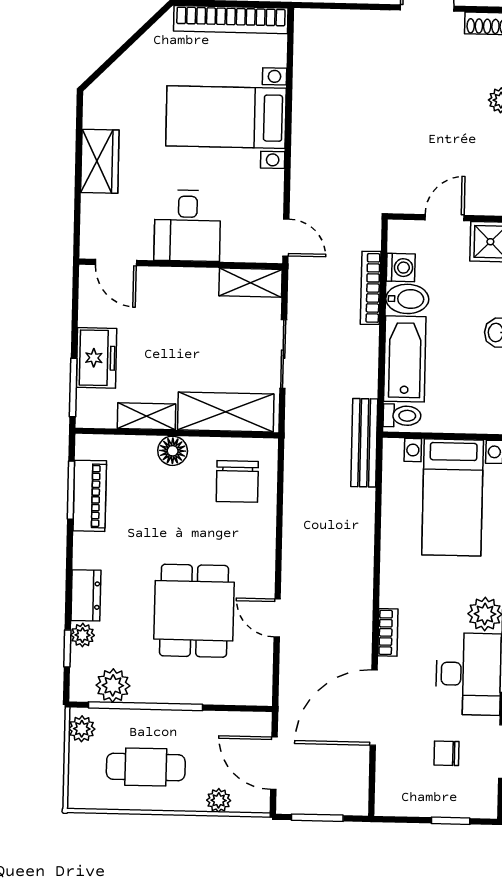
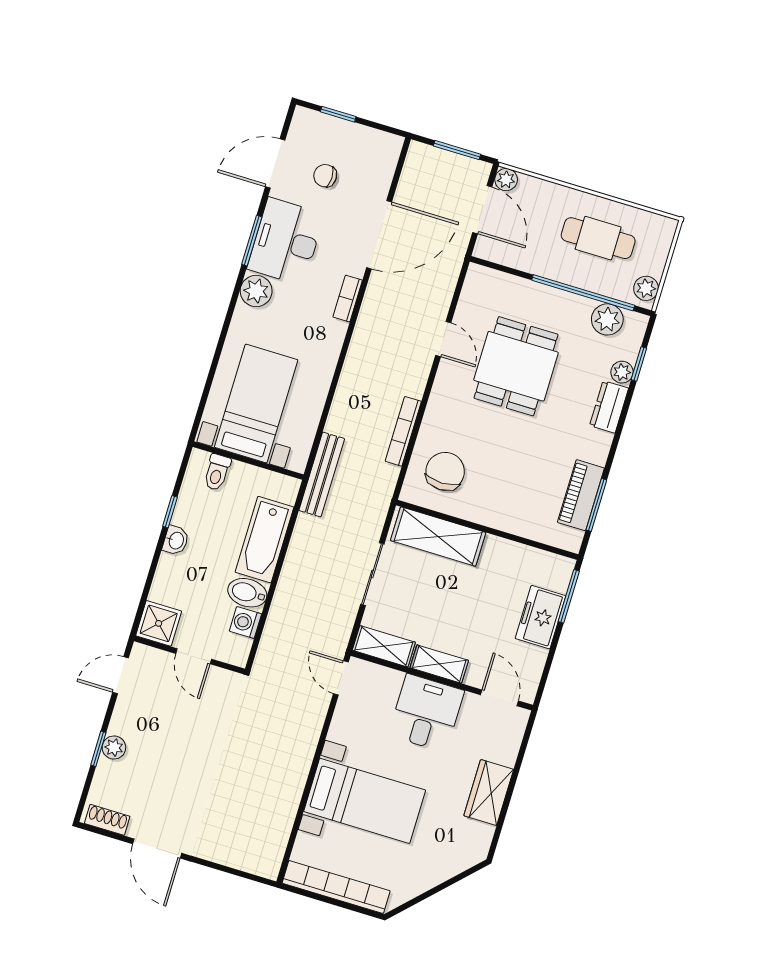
door: (445, 218) -> (194, 656), hinge flipped
bookcase: (371, 288) -> (403, 431), moved, turned 180
shelving: (147, 416) -> (439, 664), moved
toilet: (402, 416) -> (217, 472), moved, turned -90
floor lamp: (173, 451) -> (495, 515), removed
chair: (446, 753) -> (325, 176), turned 180
plant: (219, 800) -> (506, 180), moved

